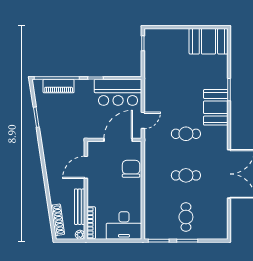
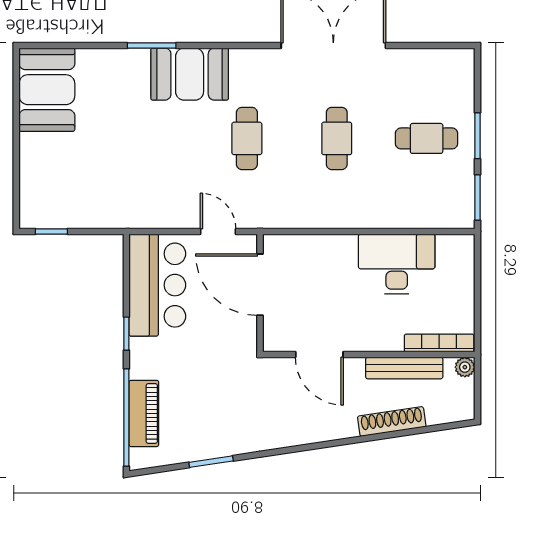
chair: (131, 169) -> (322, 257), removed
shoe rack: (58, 220) -> (392, 422), moved
desk: (124, 225) -> (397, 264), moved, turned -90

